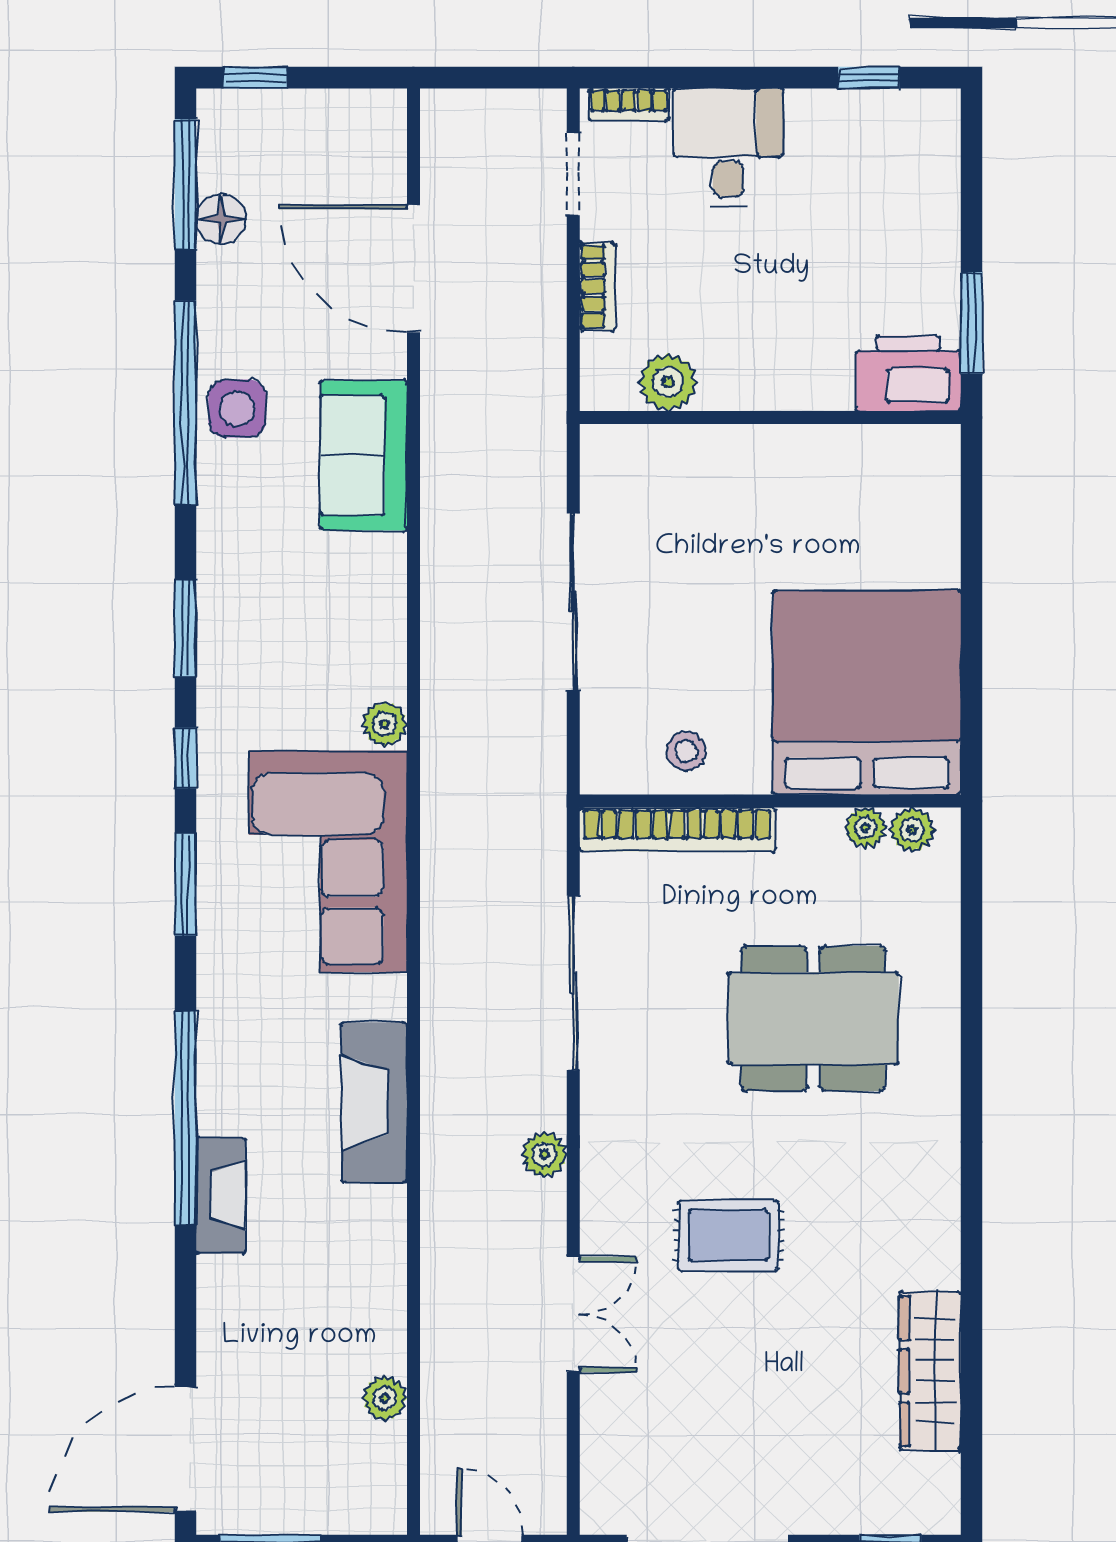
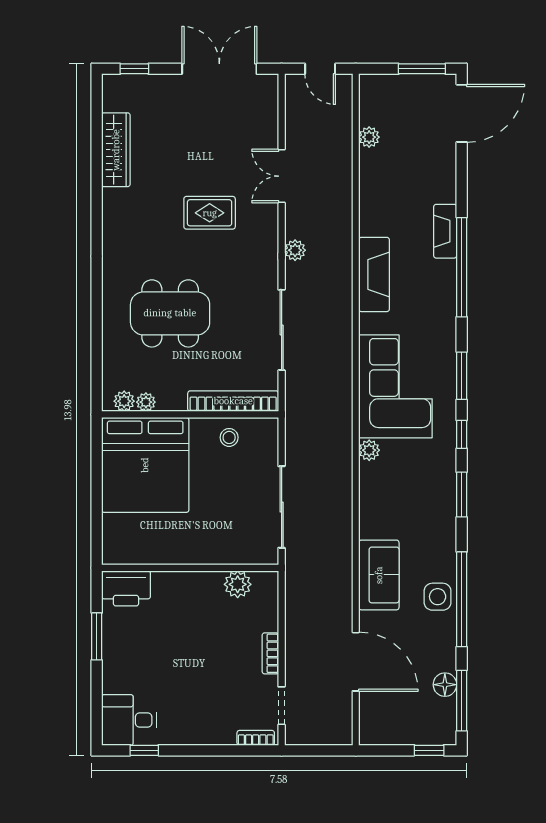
desk: (728, 147) -> (129, 720), moved, turned 90
printer: (908, 373) -> (126, 588), moved
plant: (668, 382) -> (238, 584), moved
wall: (770, 417) -> (190, 568), moved

